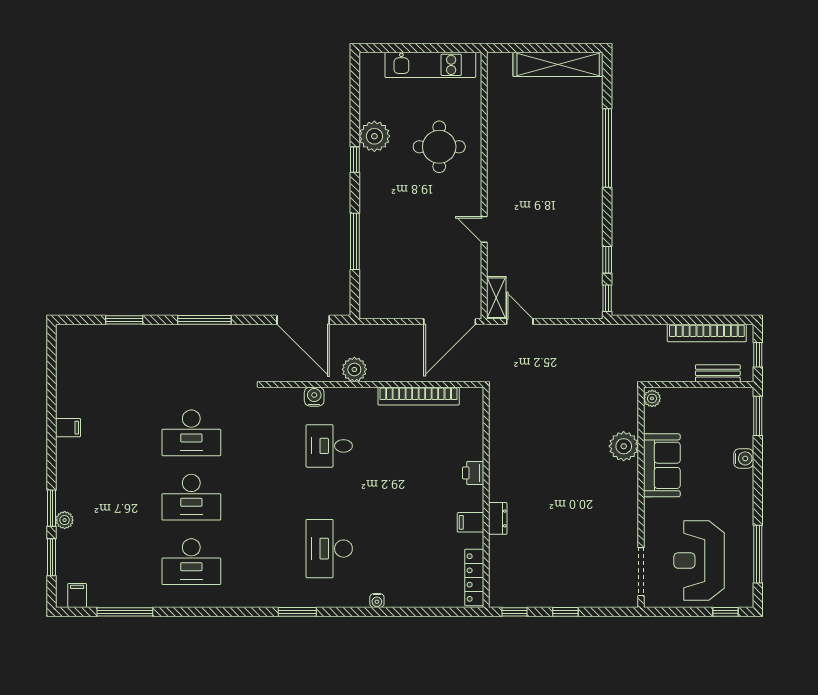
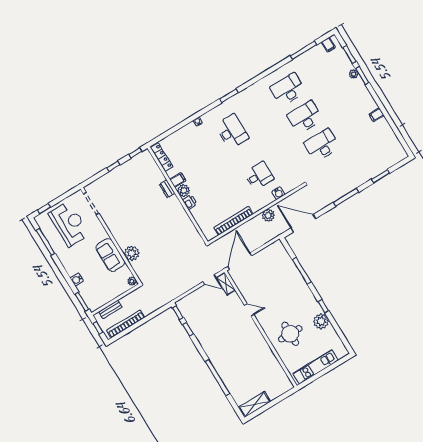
shelving: (558, 64) -> (254, 404), width x0.68
plant: (471, 499) -> (184, 191), added

